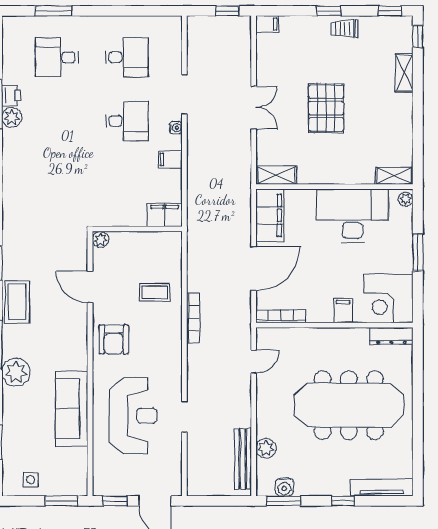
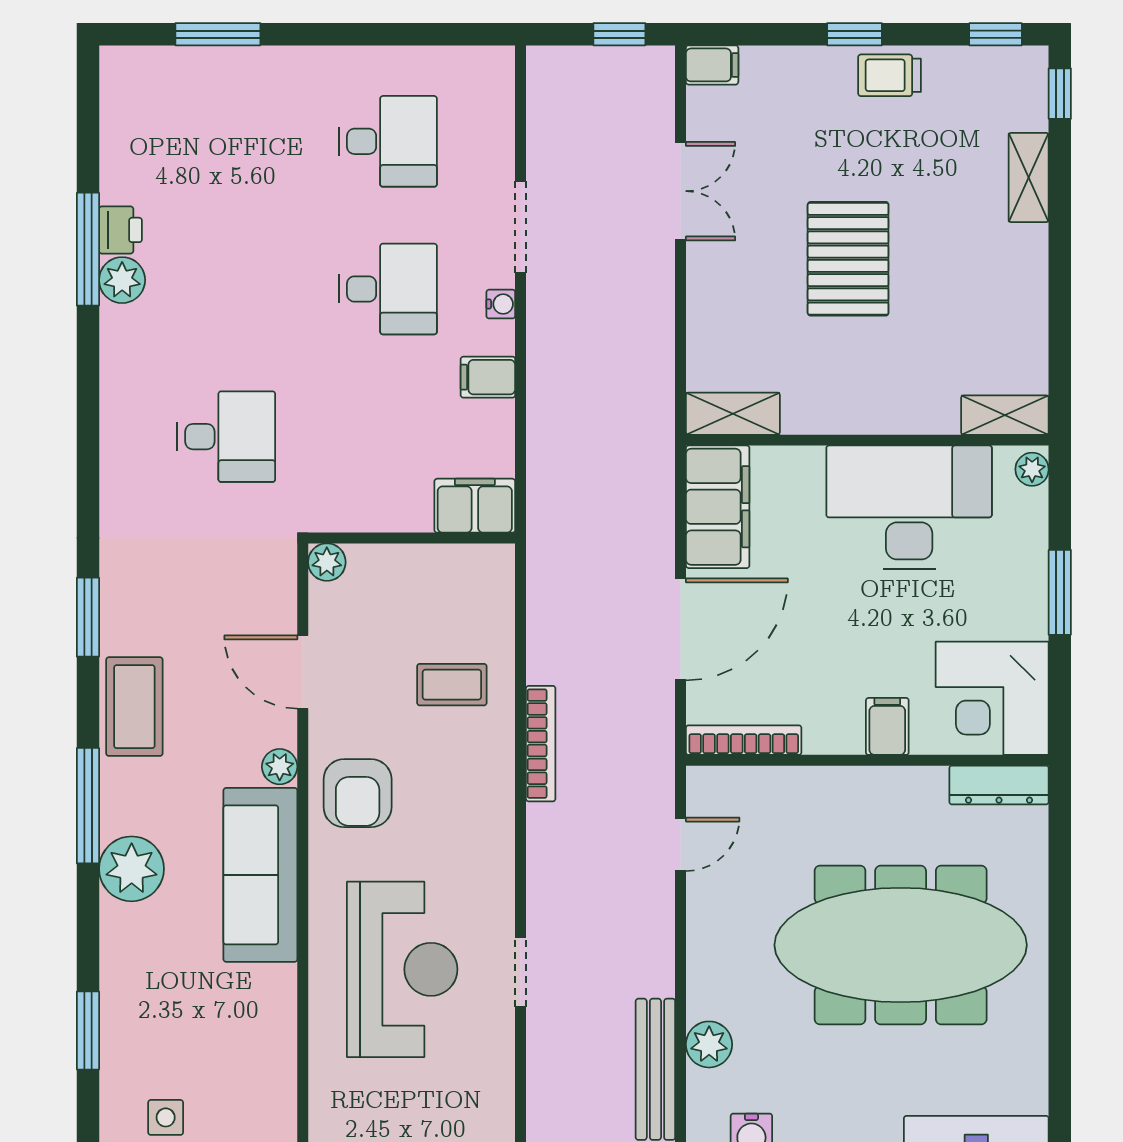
desk: (57, 57) -> (226, 437), moved, turned 180
double door: (254, 107) -> (681, 191), moved
plant: (80, 328) -> (280, 767), added
sofa: (72, 409) -> (260, 875), moved

